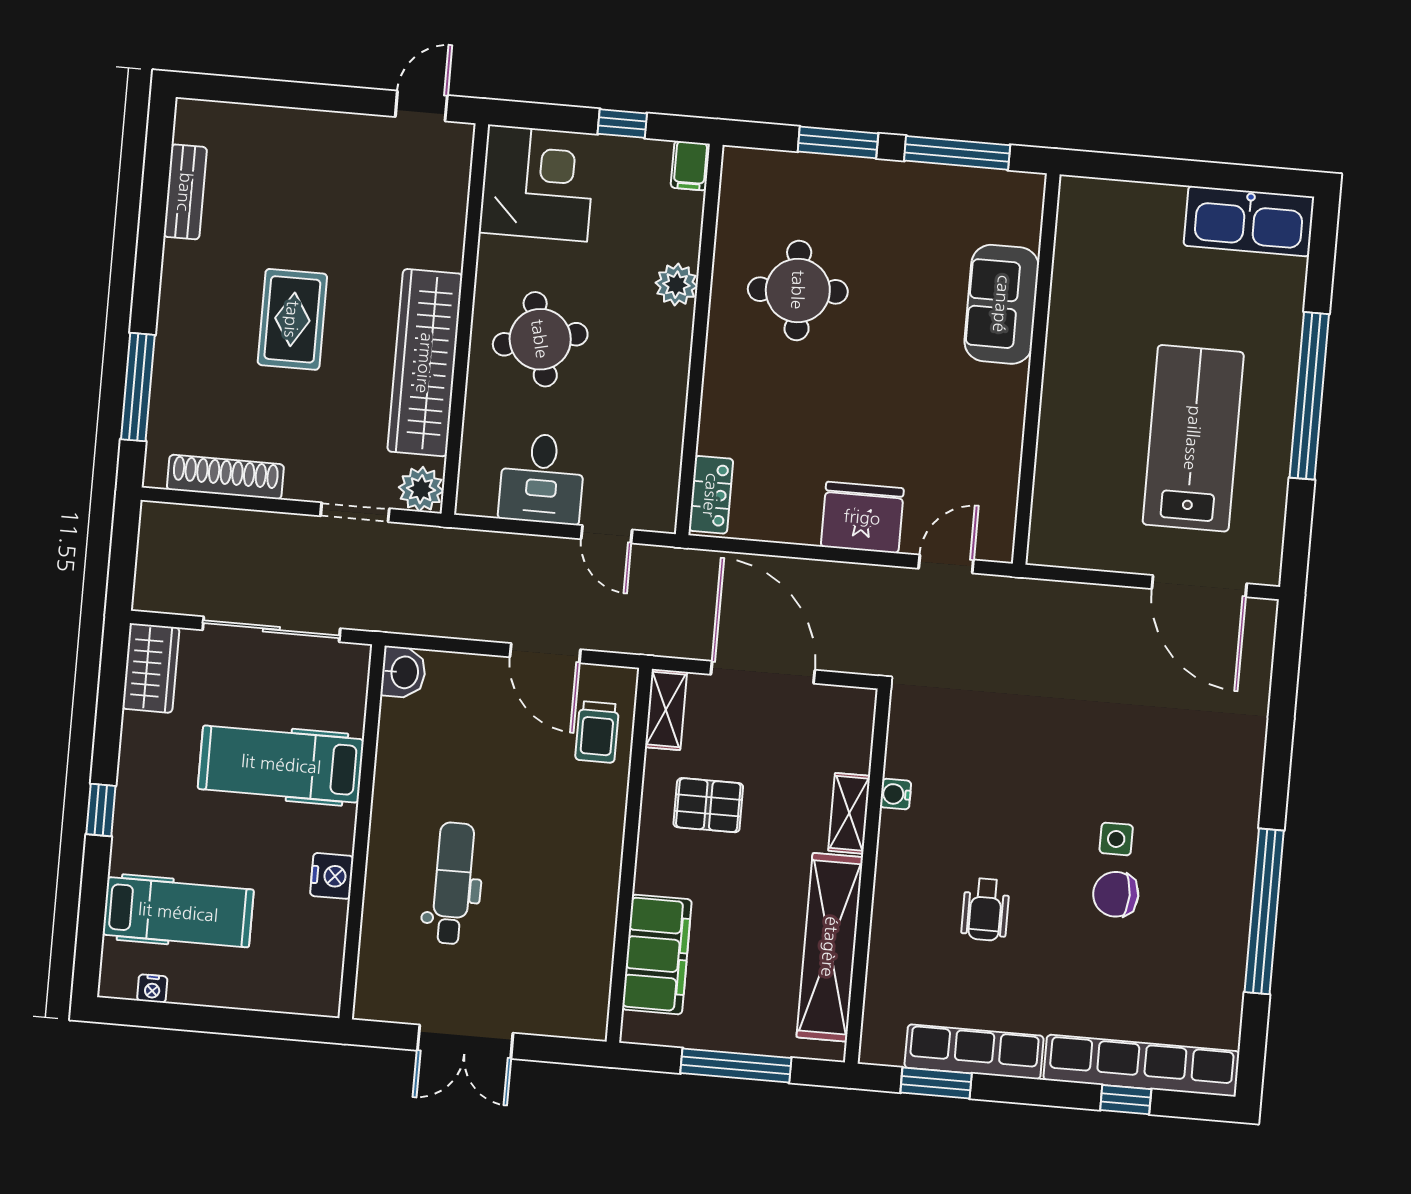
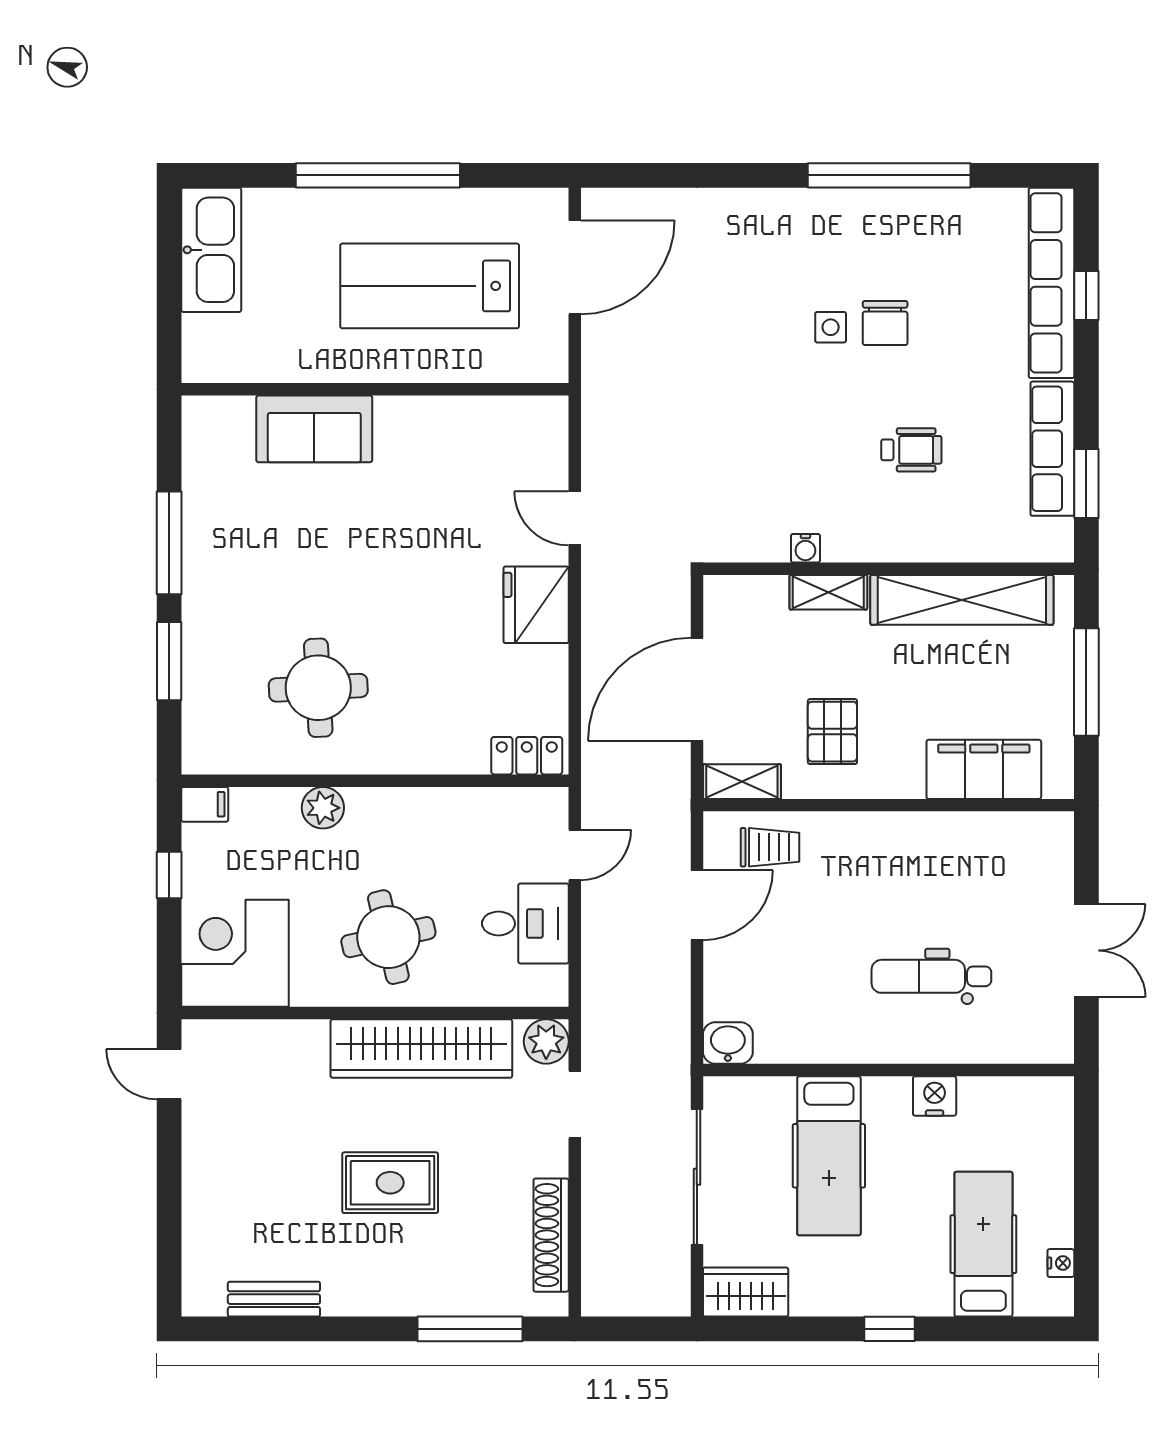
sofa: (1002, 304) -> (314, 429), moved
wall: (1036, 369) -> (375, 389), moved

